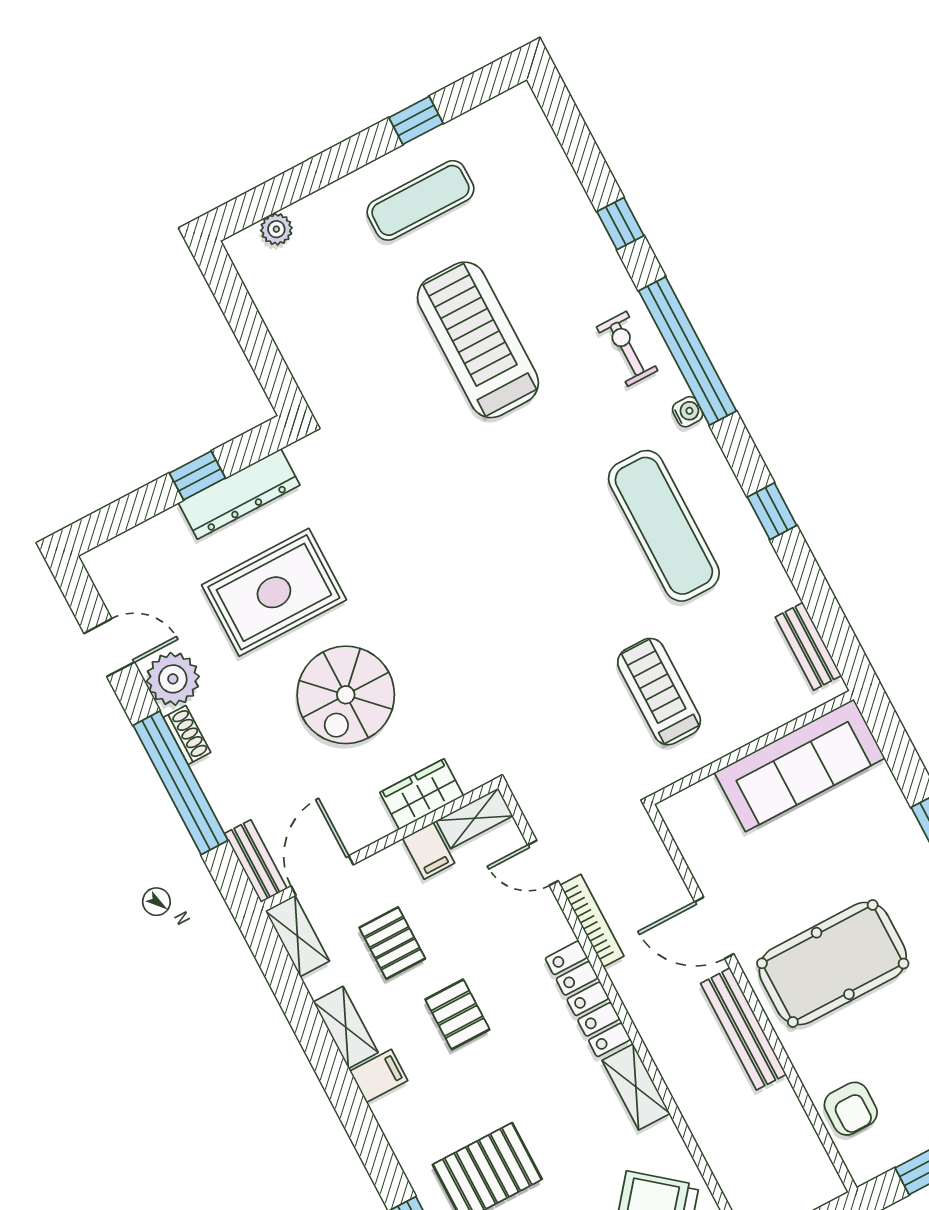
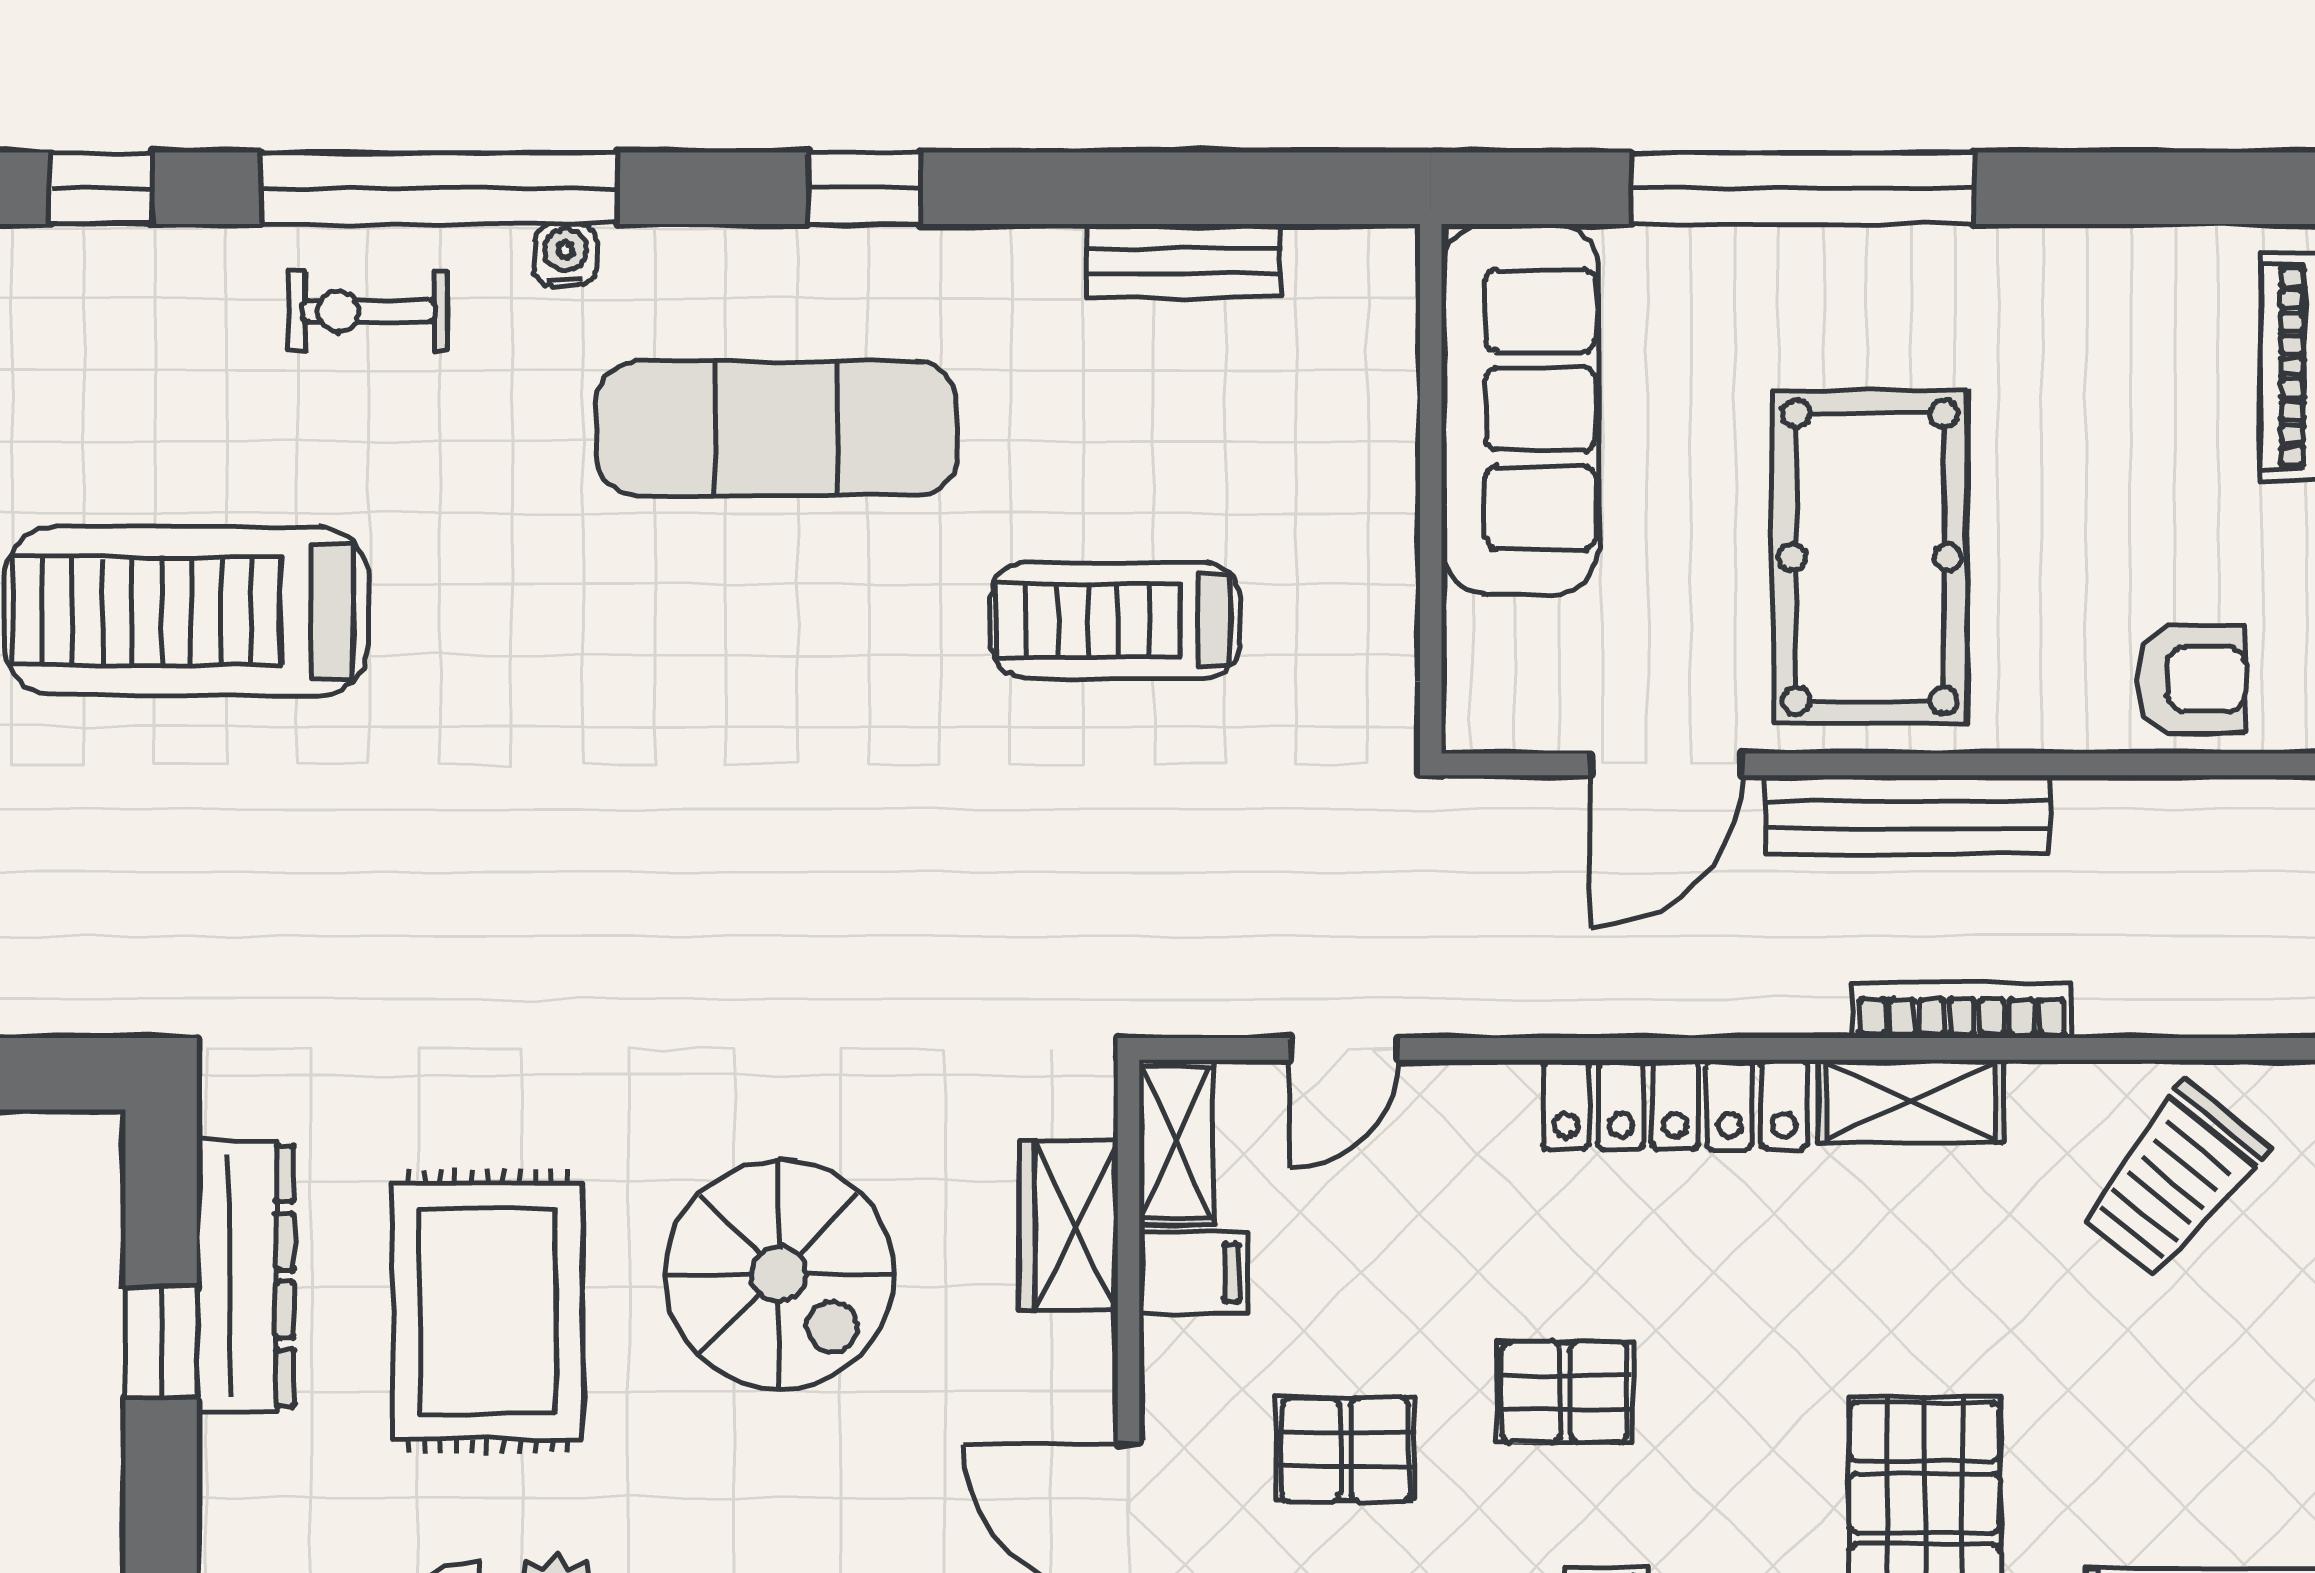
wall: (752, 747) -> (1431, 489), moved
sofa: (800, 765) -> (1520, 409), moved
bookcase: (592, 921) -> (1962, 1010), moved

